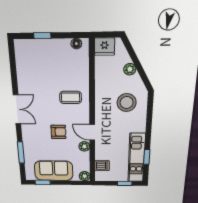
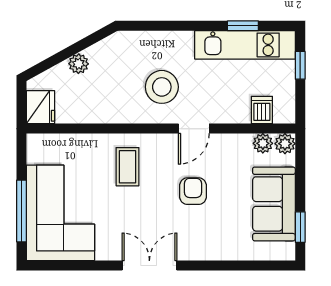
window: (42, 36) -> (21, 211), width x2.17
floor lamp: (76, 44) -> (35, 154), removed
corner sofa: (43, 59) -> (60, 213), added
stool: (127, 103) -> (162, 87), moved
plant: (84, 146) -> (263, 143), moved
window: (21, 153) -> (236, 265), removed

